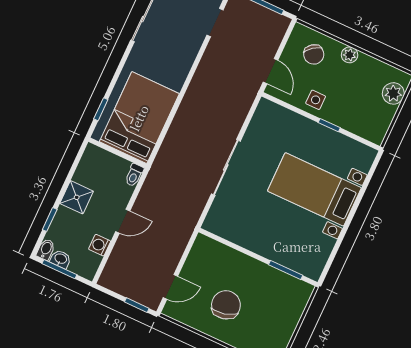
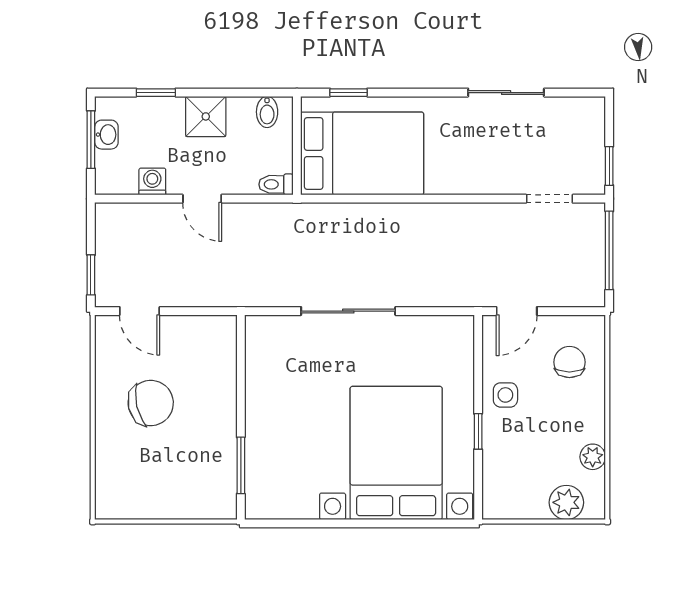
chair: (314, 54) -> (569, 362), turned 128
plant: (350, 55) -> (593, 457), moved
bed with nightstands: (314, 189) -> (396, 453), width x1.36
bidet: (46, 249) -> (267, 112), moved, turned 90

